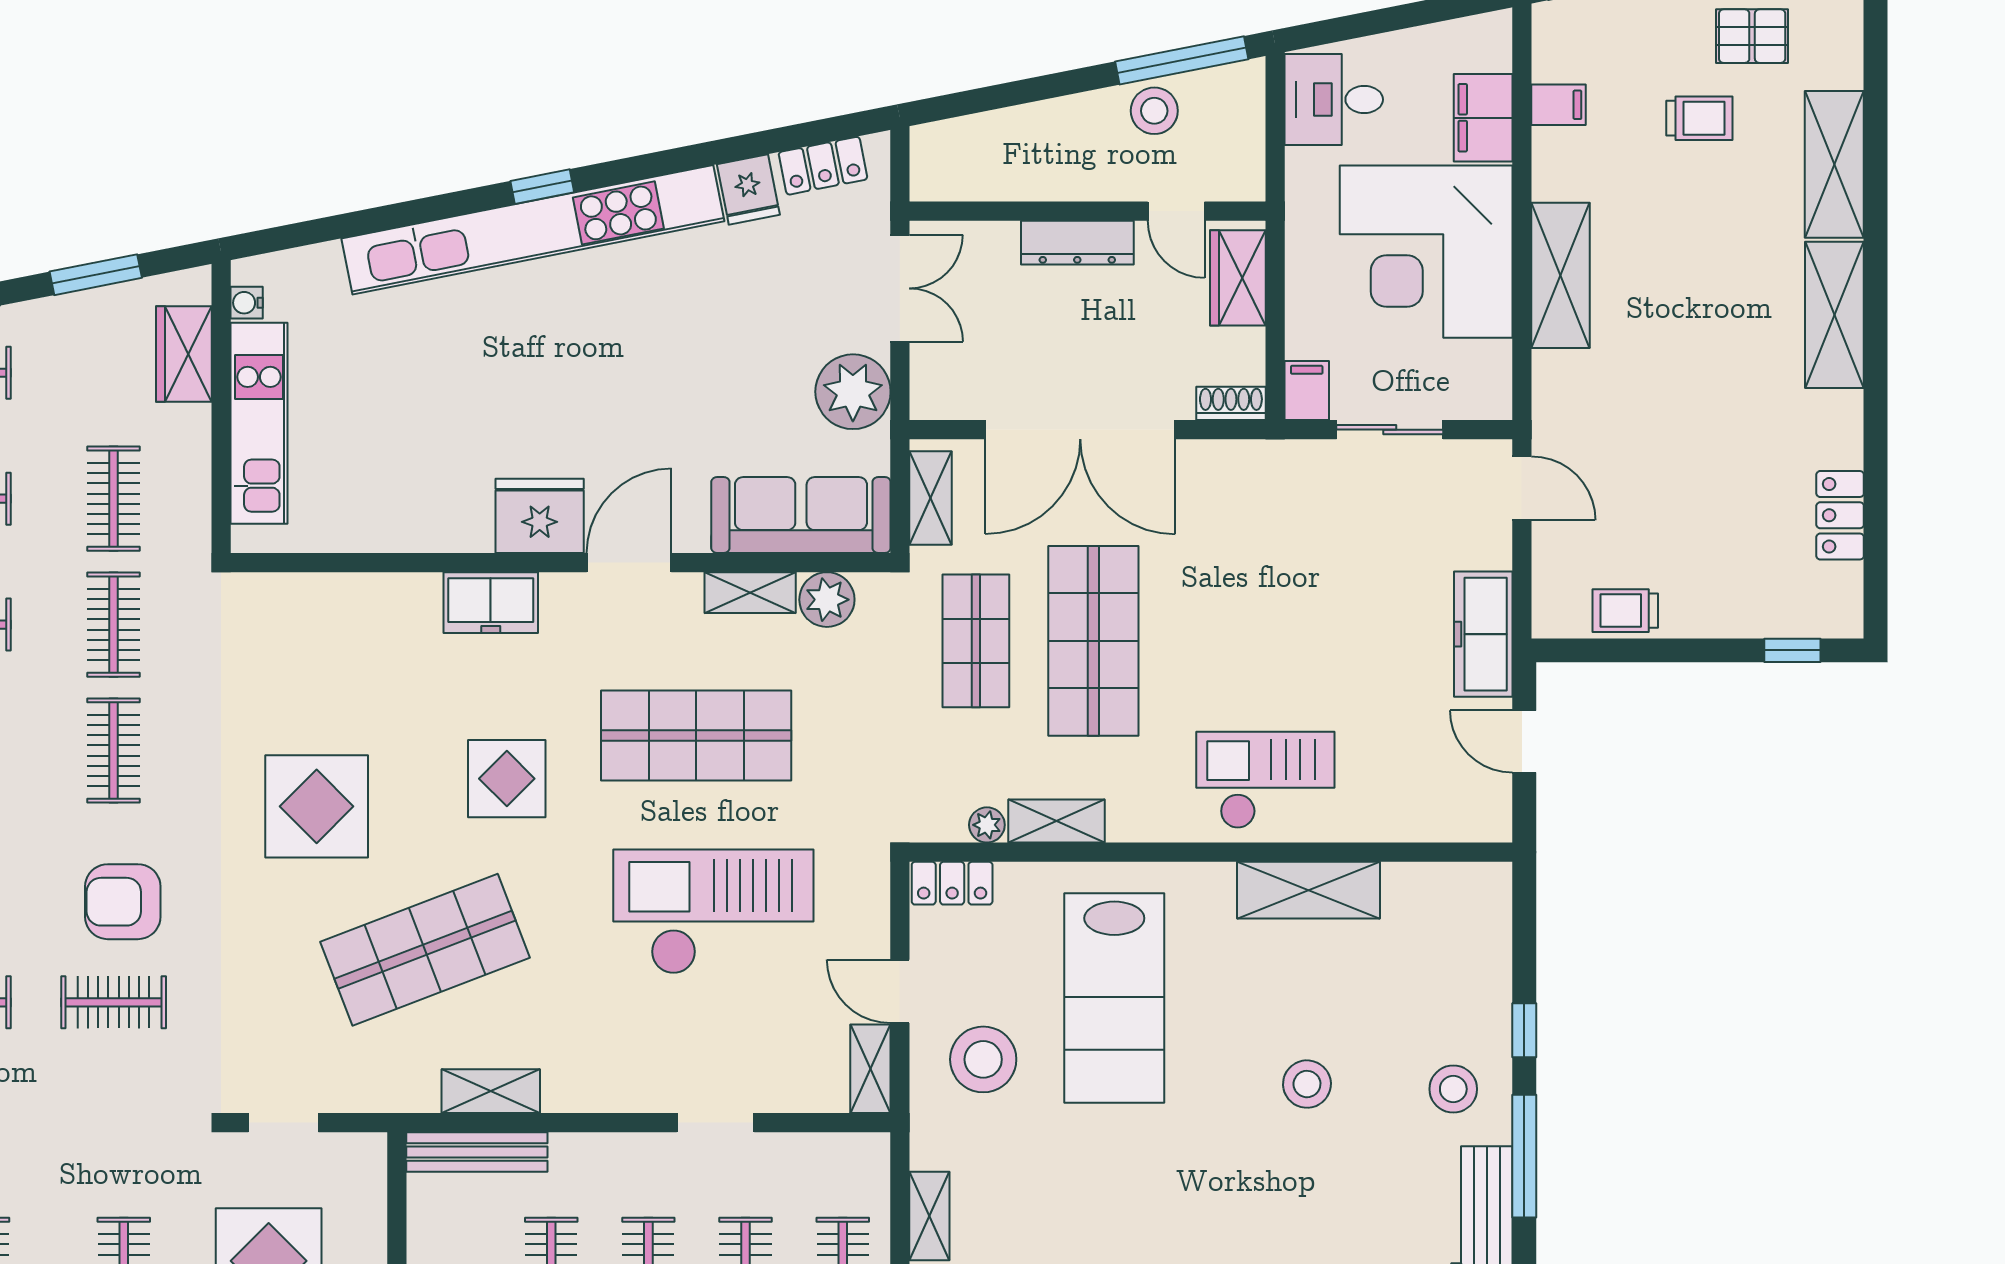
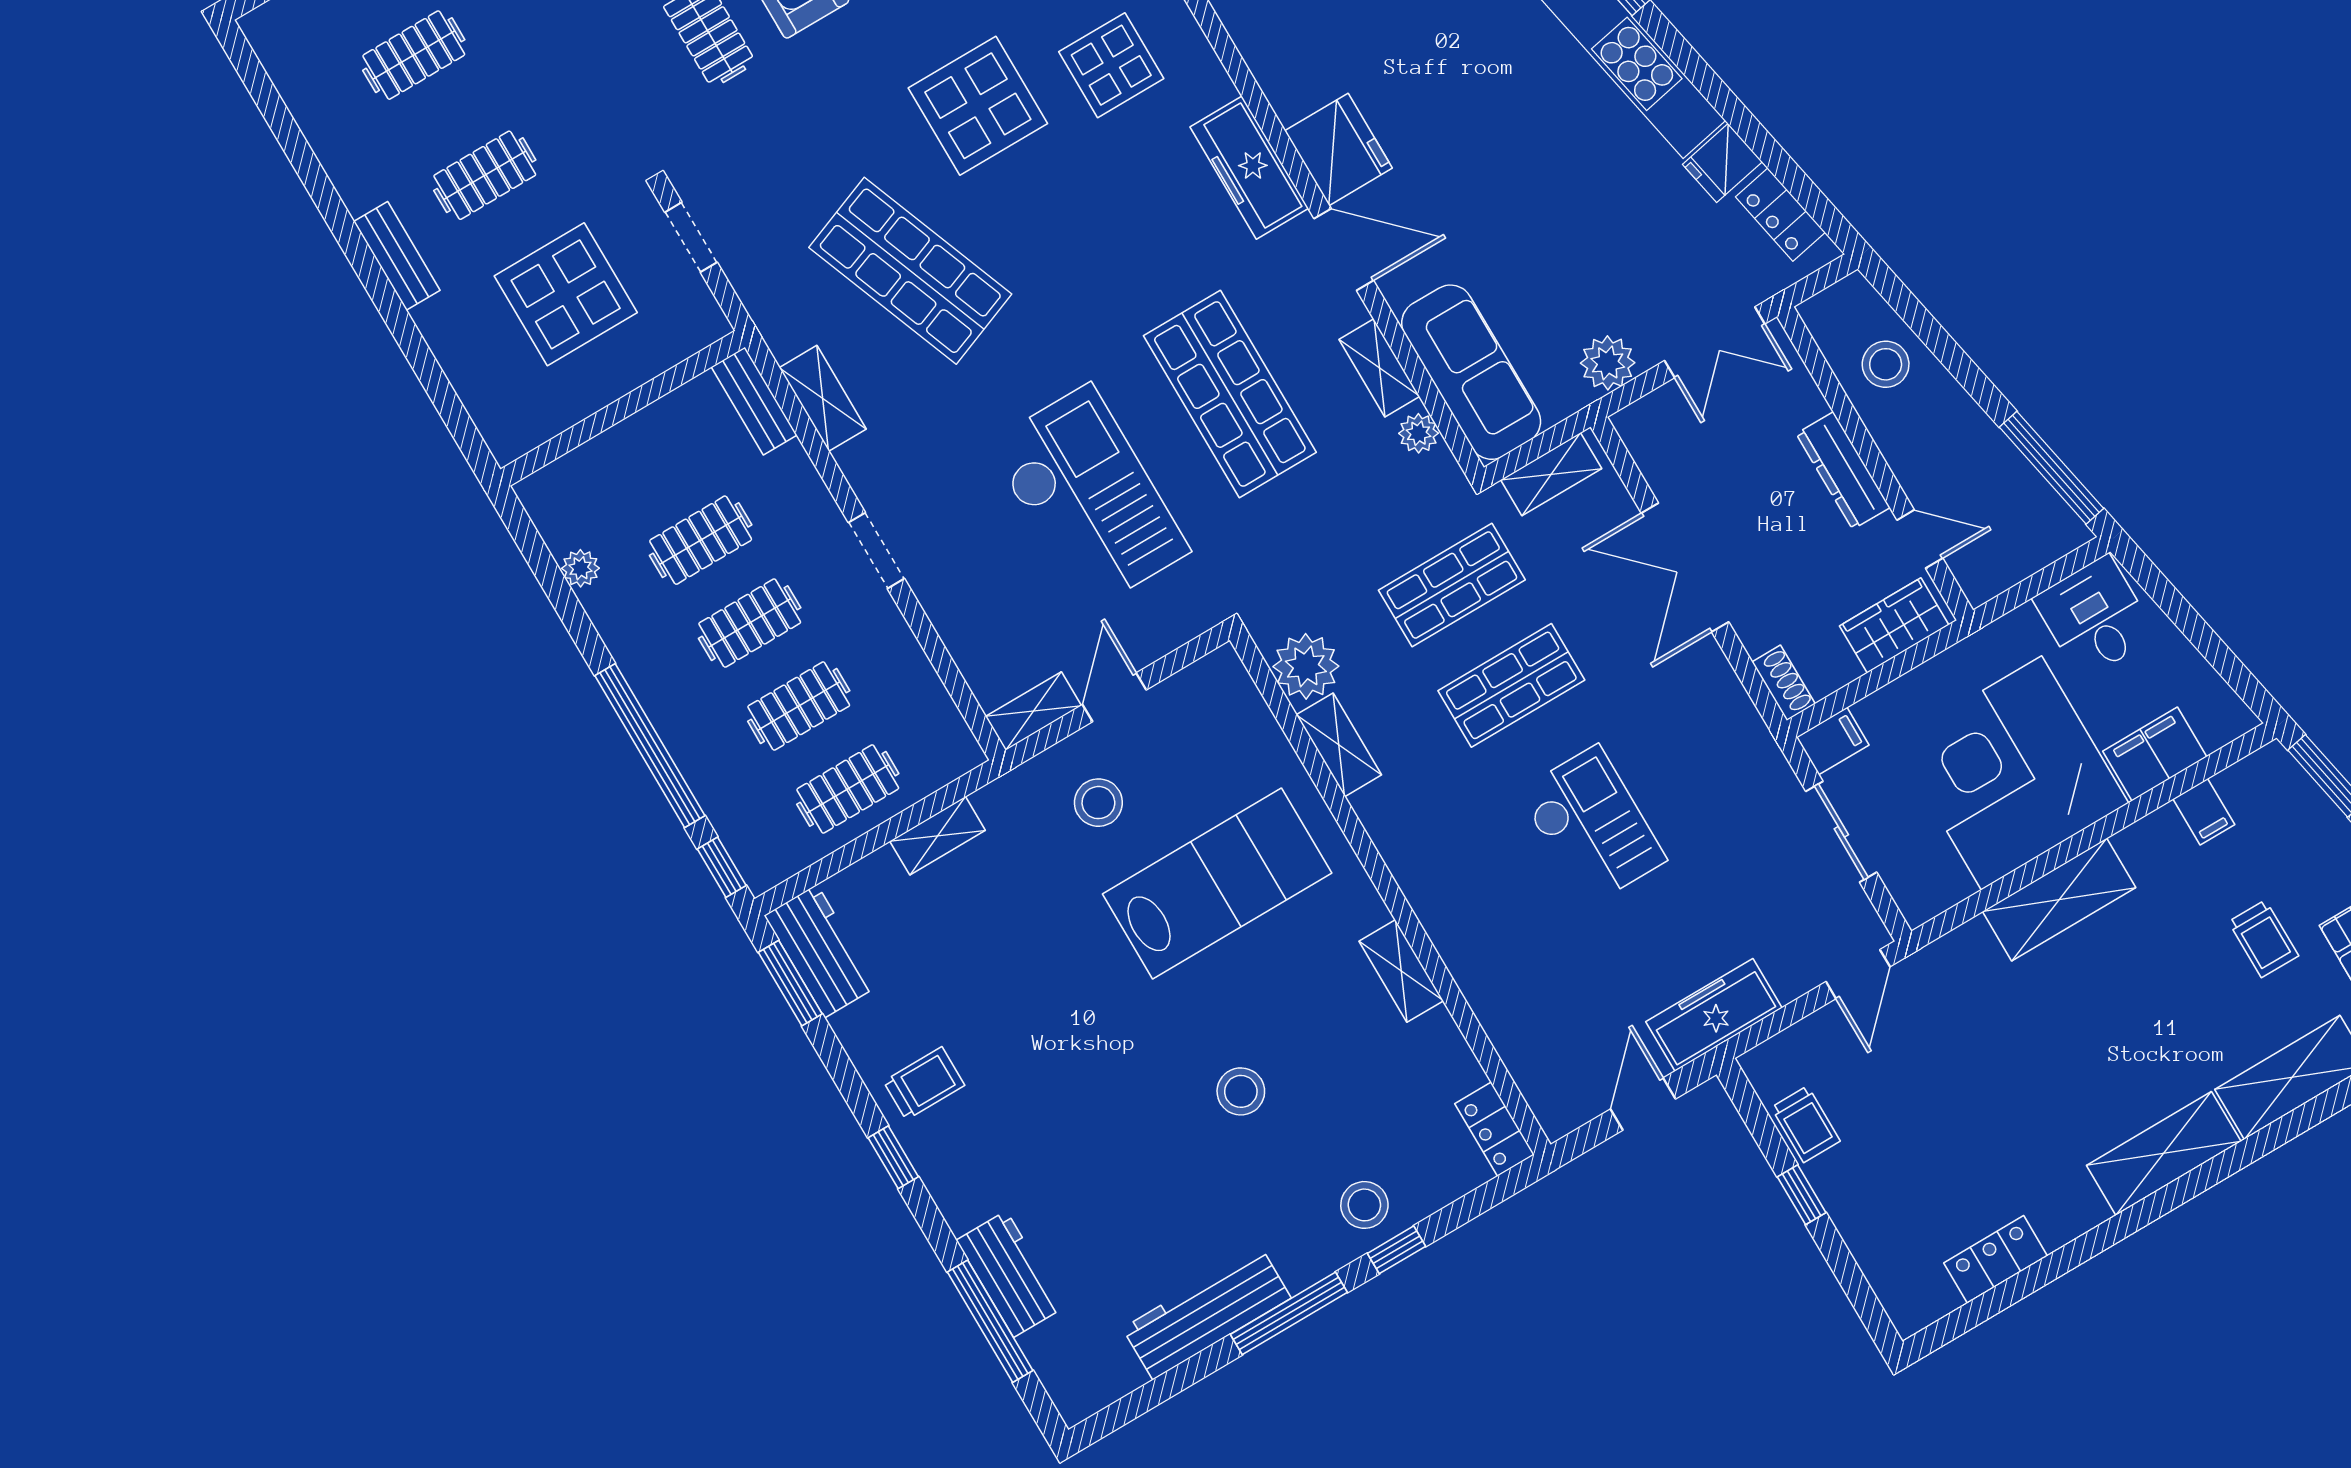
stool: (1154, 111) -> (1886, 364), moved
door: (1176, 211) -> (1920, 539), swing flipped
plant: (853, 392) -> (1608, 363), width x0.73, depth x0.73
double door: (1080, 430) -> (1685, 567), width x0.73
plant: (827, 600) -> (1418, 433), width x0.73, depth x0.73
freezer: (491, 603) -> (1249, 168), width x1.40
trolley: (1625, 611) -> (1806, 1124), turned 180
shop shelf: (1093, 641) -> (1511, 685), width x0.70, depth x0.74
window: (1792, 650) -> (1802, 1195), moved
display table: (507, 779) -> (1111, 65), moved
checkout: (1265, 780) -> (1592, 826), moved
plant: (987, 825) -> (1306, 666), width x1.87, depth x1.87
locker: (952, 883) -> (1495, 1129), moved
shelving: (1309, 890) -> (1401, 971), width x0.67, depth x0.75
lab bench: (1114, 998) -> (1217, 883), turned 180
stool: (983, 1059) -> (1098, 803), width x0.73, depth x0.73
stool: (1453, 1089) -> (1364, 1205), moved
doorway: (716, 1123) -> (876, 551), moved
bench: (477, 1152) -> (754, 401), width x0.73

